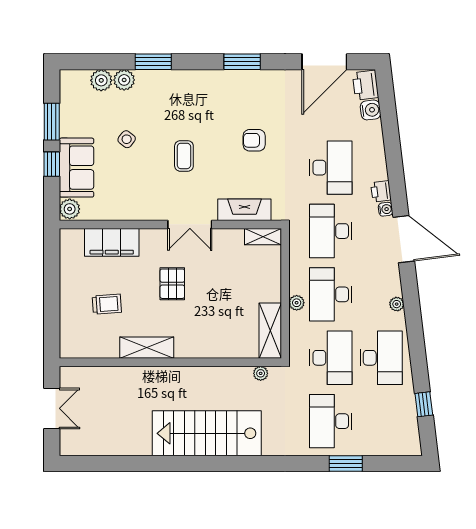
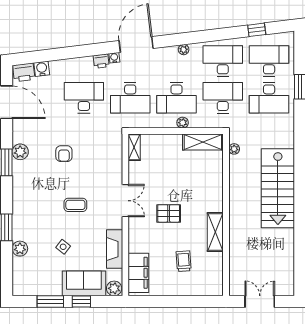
plant: (101, 80) -> (20, 152), moved
fireplace: (244, 210) -> (115, 249), moved
filing cabinet: (112, 242) -> (138, 273), moved
desk: (381, 421) -> (269, 61), added

